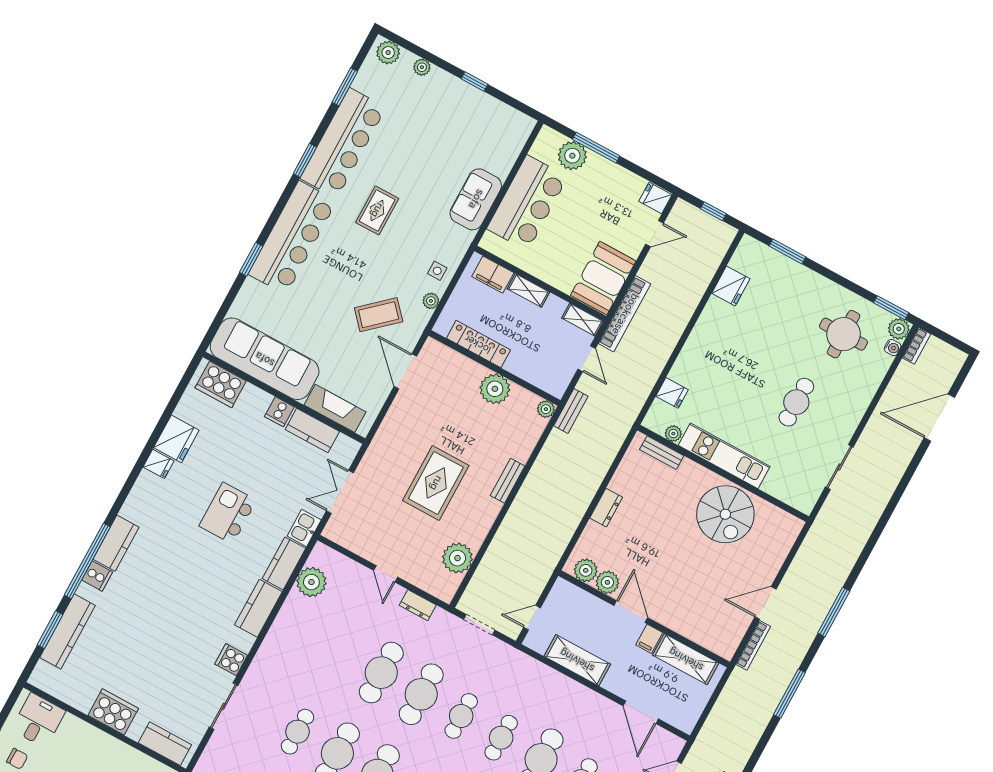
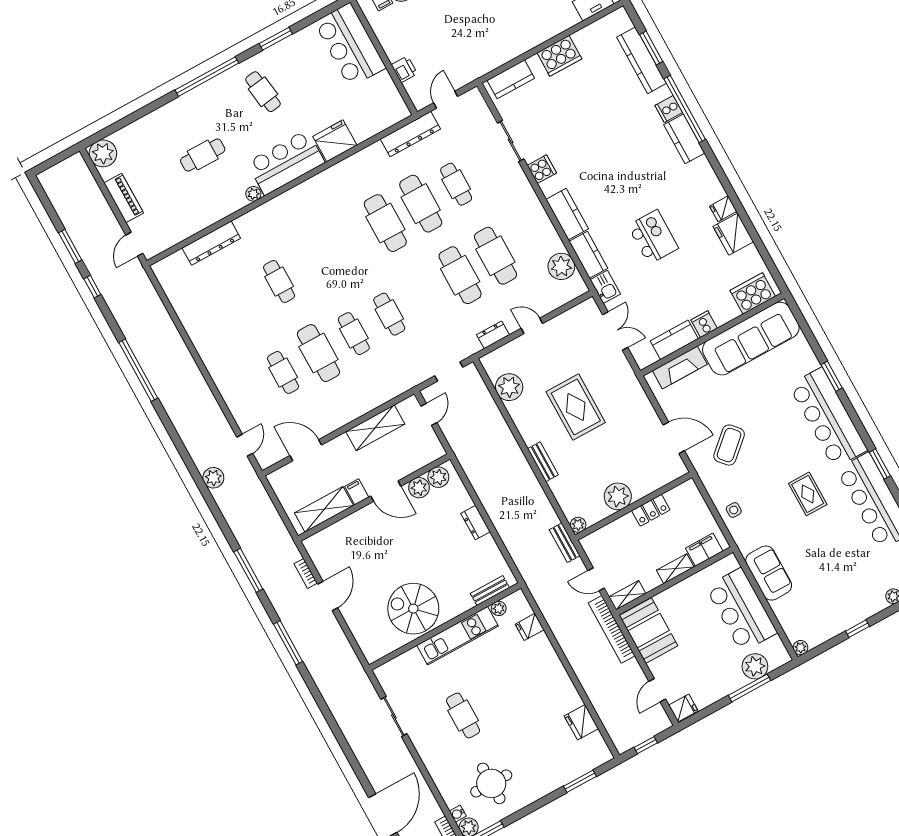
plant: (431, 301) -> (800, 648), moved
locker: (478, 344) -> (651, 510), width x0.66
bookcase: (753, 645) -> (306, 573), width x0.64
cafe table: (421, 694) -> (495, 256), moved

